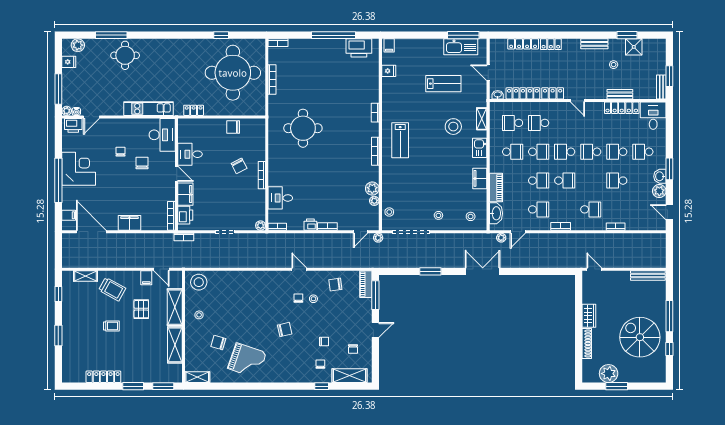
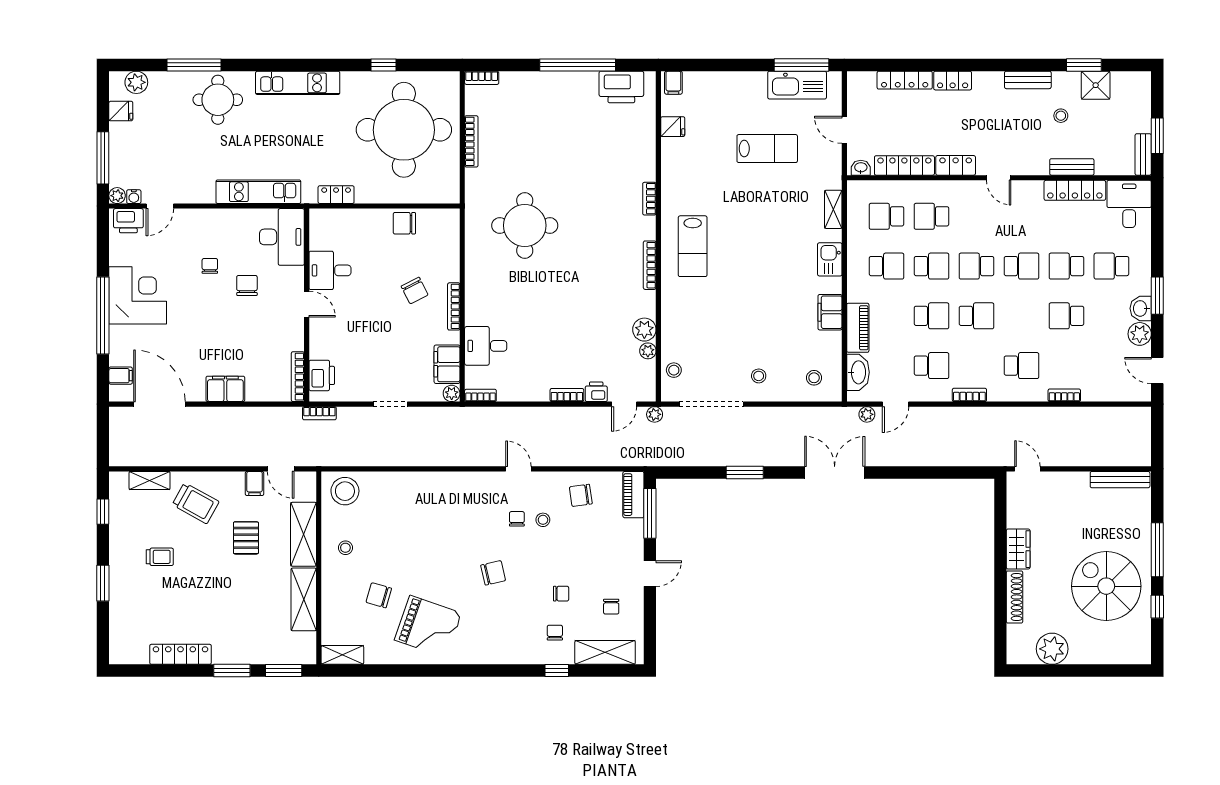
kitchen unit: (171, 46) -> (298, 83), added
stool: (453, 127) -> (784, 223), removed
school desk: (591, 152) -> (1021, 266), turned 180
filing cabinet: (185, 194) -> (447, 364), moved, turned 180
printer: (310, 225) -> (596, 392), moved
trolley: (111, 326) -> (160, 557), moved
window: (617, 386) -> (1066, 671), removed

